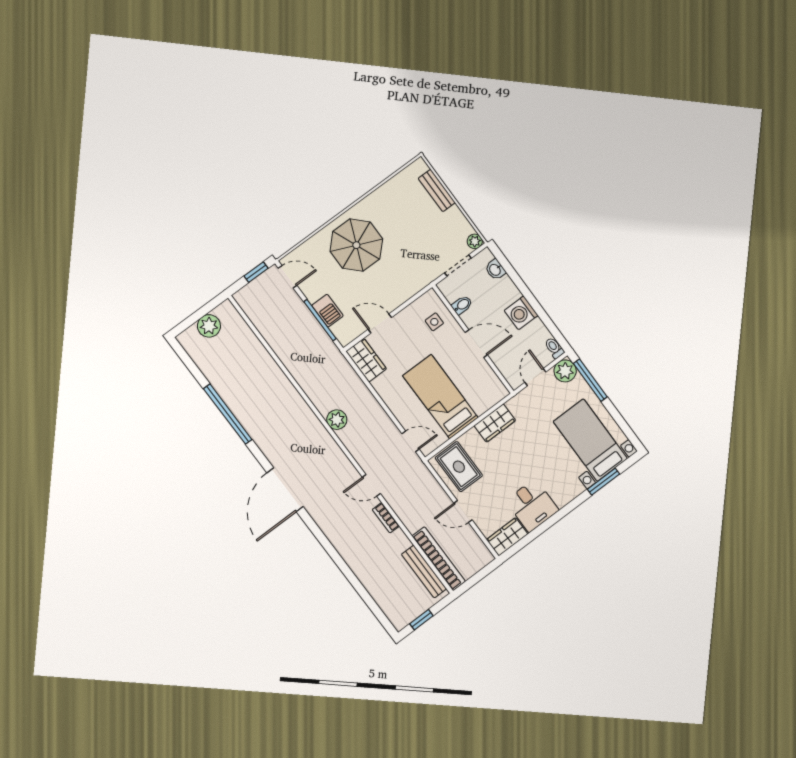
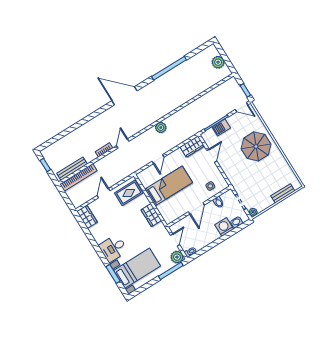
door: (288, 277) -> (242, 107), hinge flipped
washing machine: (521, 313) -> (224, 227), moved
door: (535, 377) -> (175, 240), hinge flipped
door: (411, 441) -> (158, 159), moved
desk: (532, 505) -> (113, 248), moved

